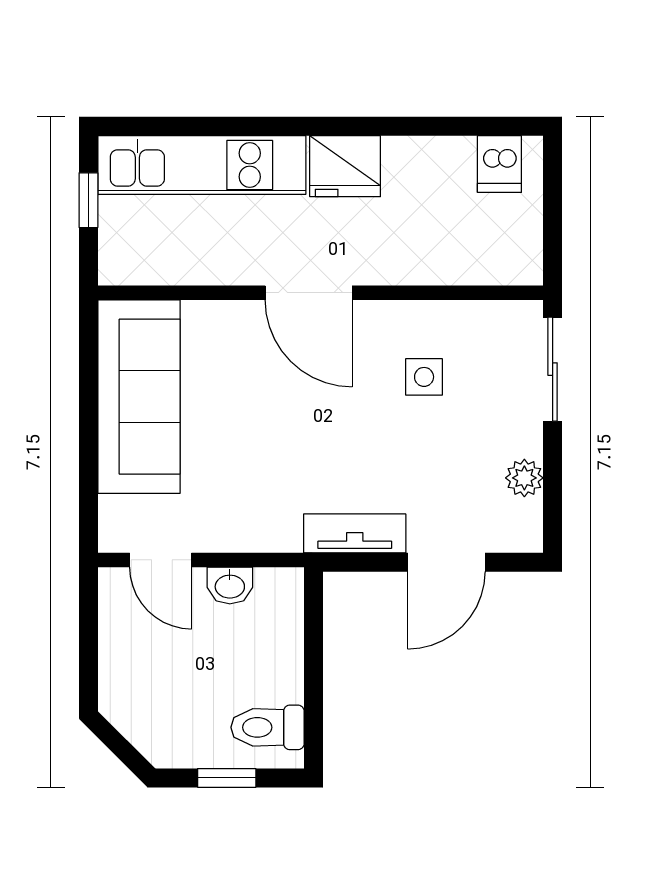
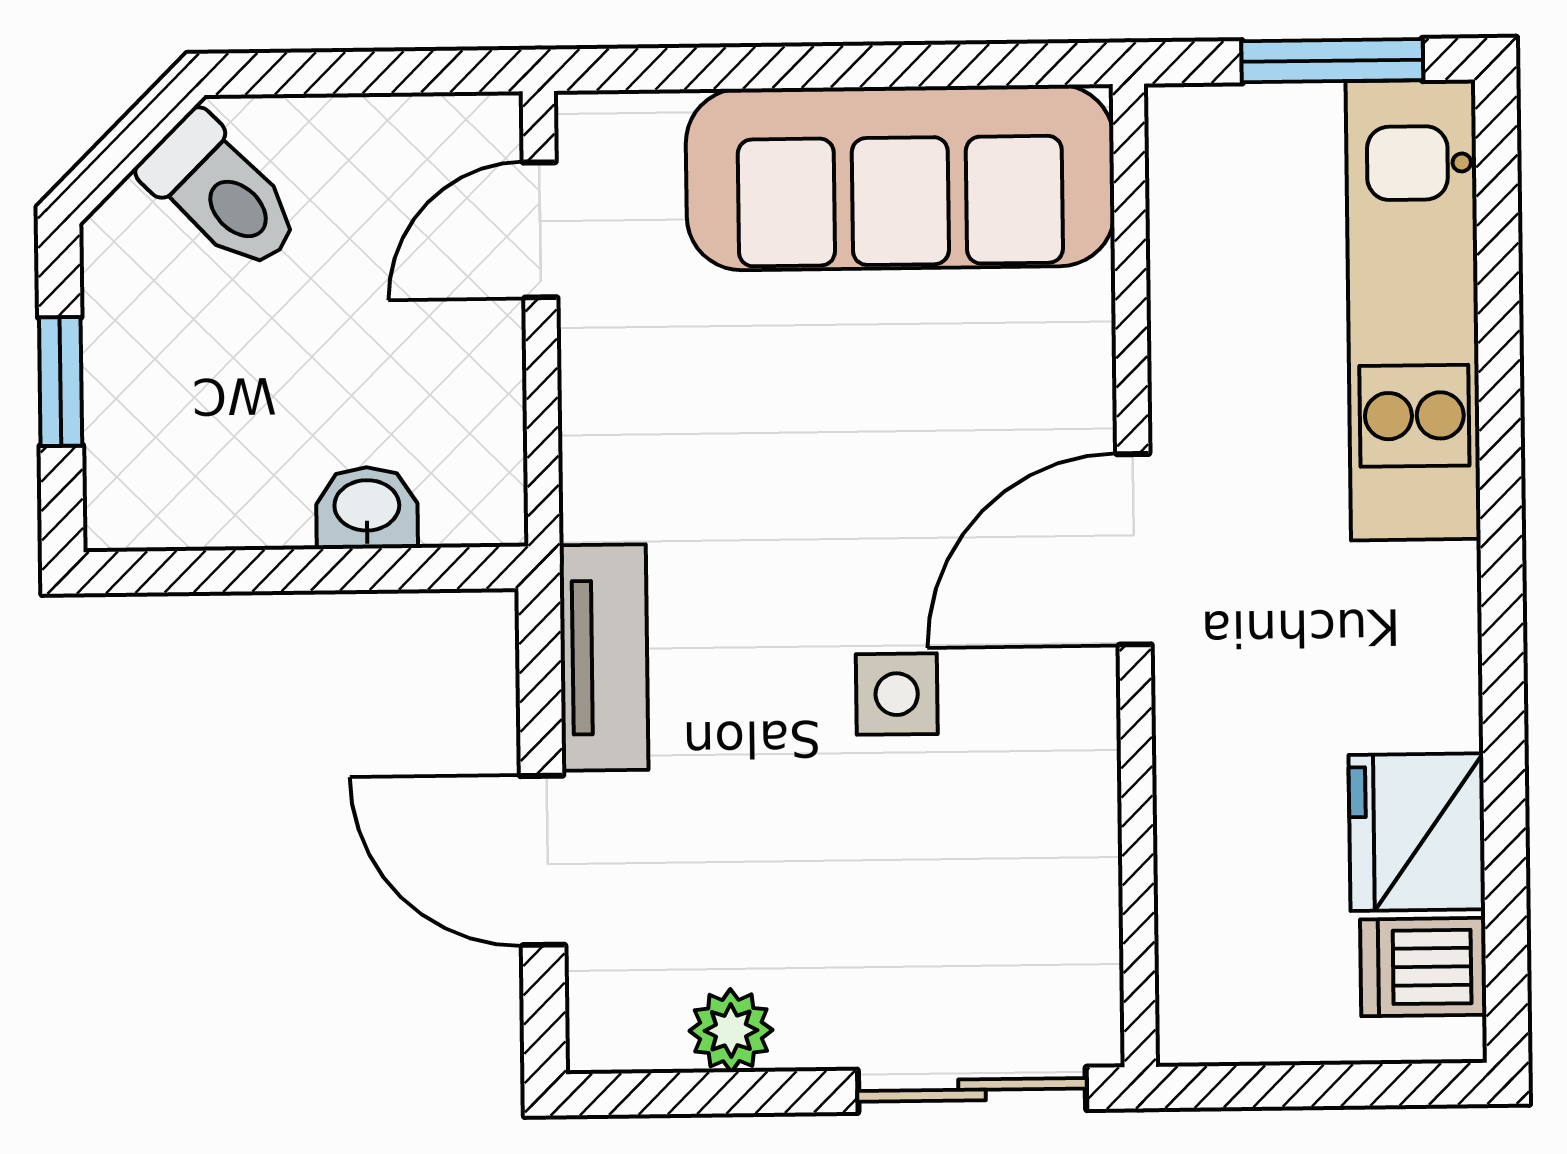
fridge: (345, 166) -> (1417, 832), moved
window: (88, 200) -> (1332, 61), width x1.50
side table: (424, 377) -> (897, 694), moved
washbasin: (230, 585) -> (367, 508), moved, turned 90
toilet: (268, 727) -> (222, 193), moved, turned 135

